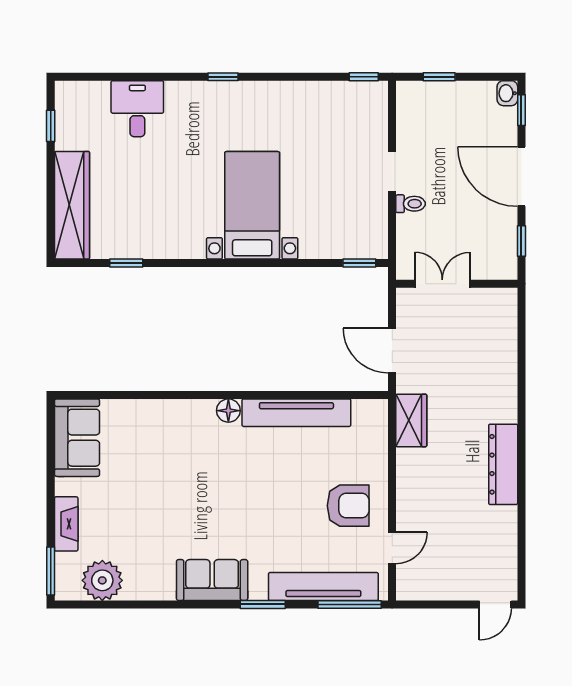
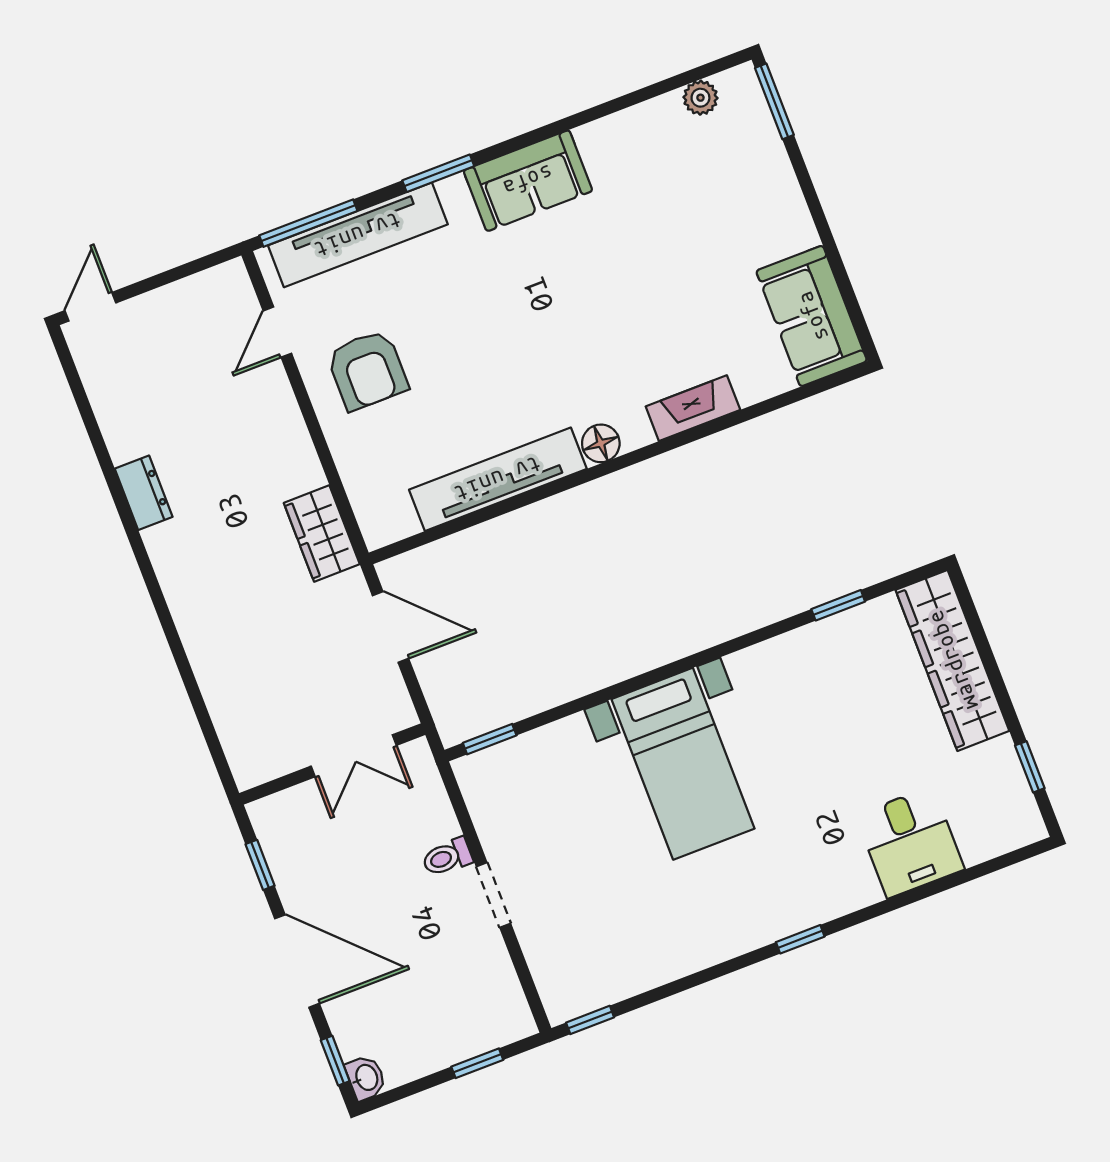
dresser: (503, 464) -> (144, 493), width x0.51, depth x0.80
armchair: (348, 506) -> (367, 370), turned -90
fireplace: (66, 524) -> (693, 408), moved, turned 90
plant: (102, 580) -> (700, 98), width x0.53, depth x0.53

